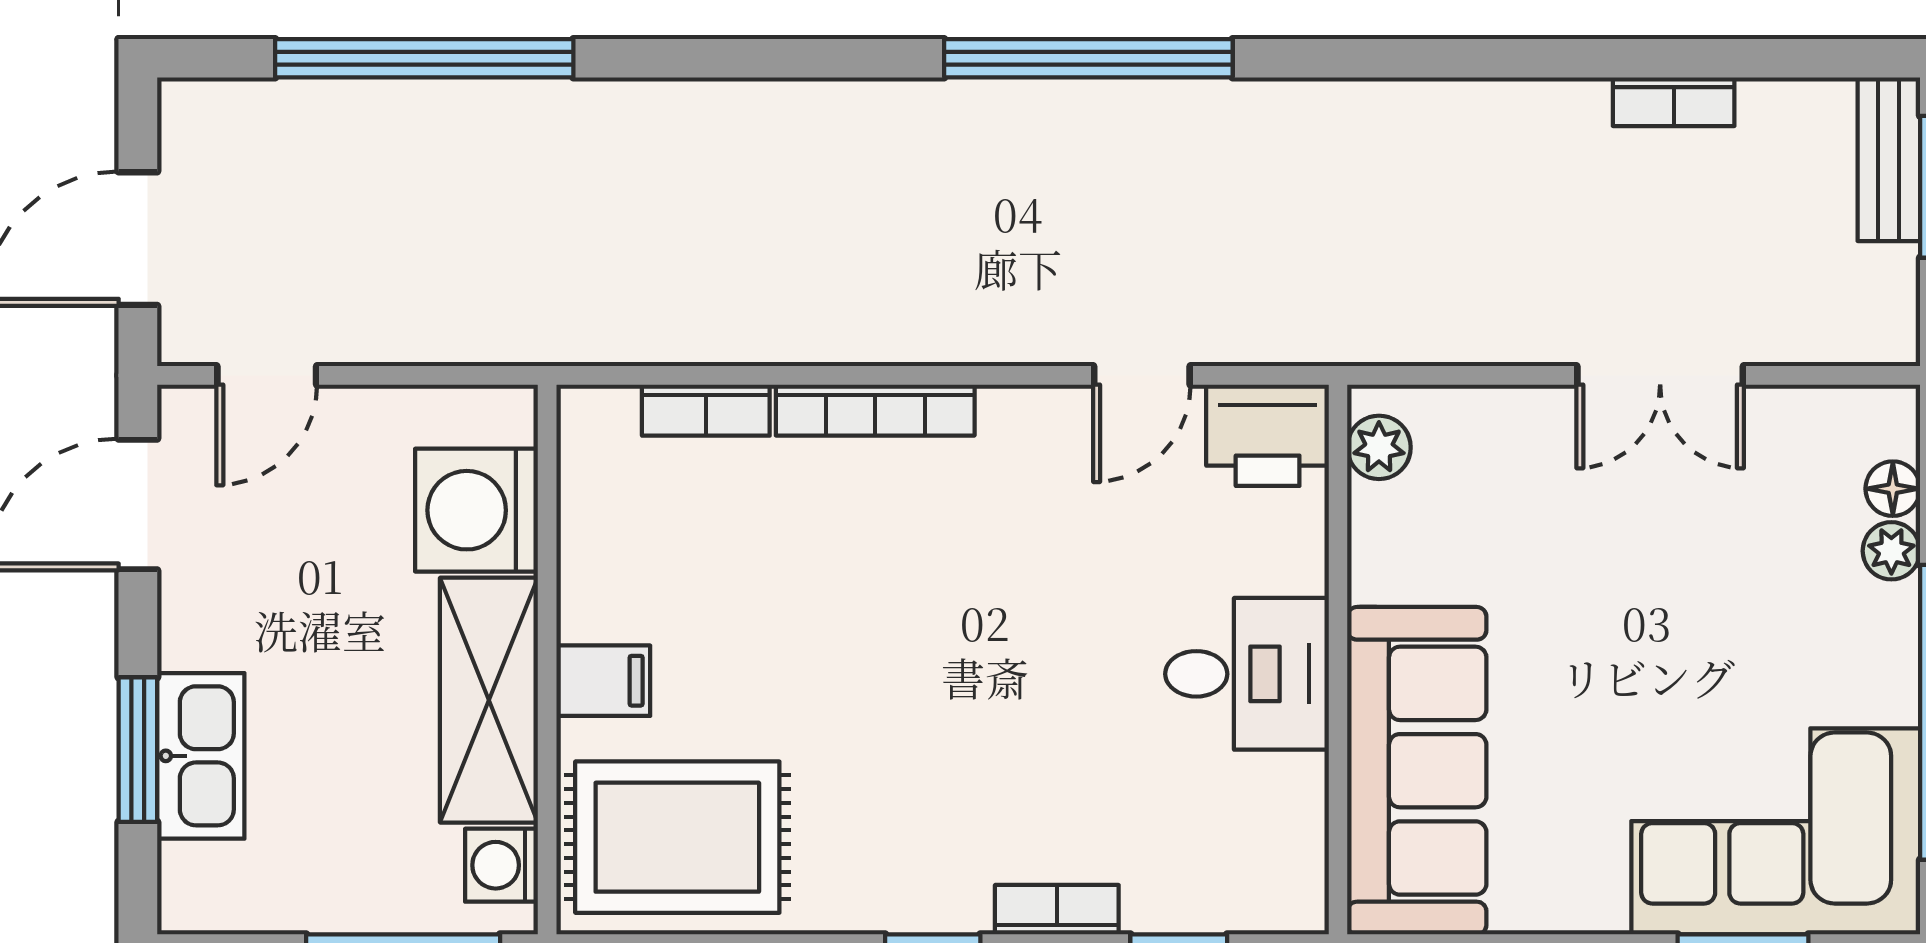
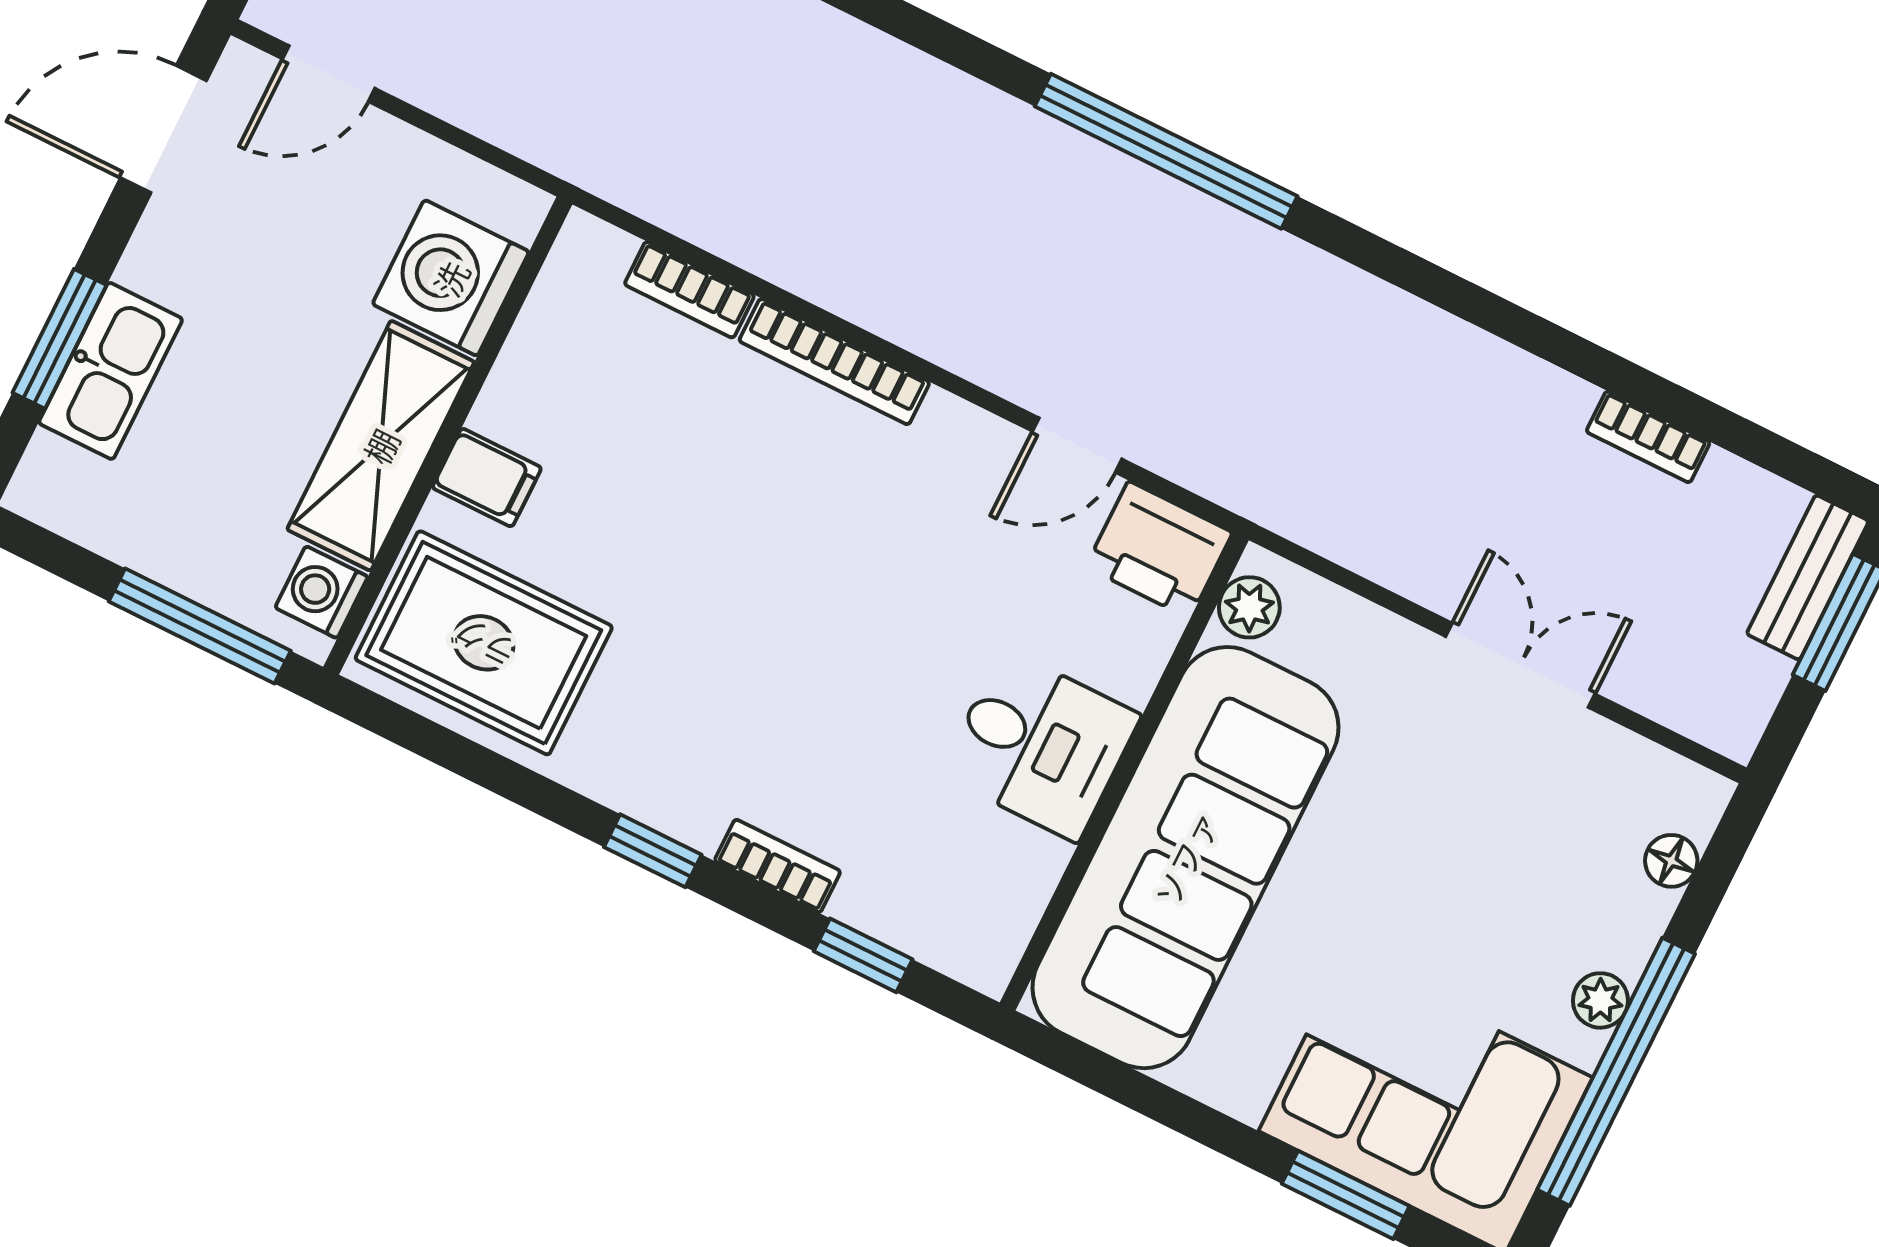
double door: (1660, 375) -> (1520, 665), swing flipped
plant: (1891, 551) -> (1600, 1000), moved
sofa: (1417, 771) -> (1186, 858), width x1.36, depth x1.27

